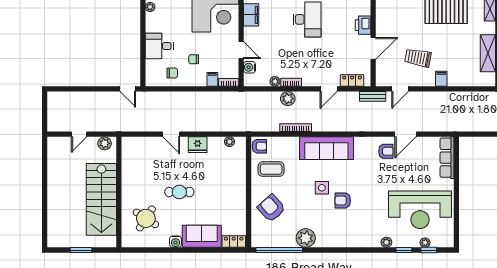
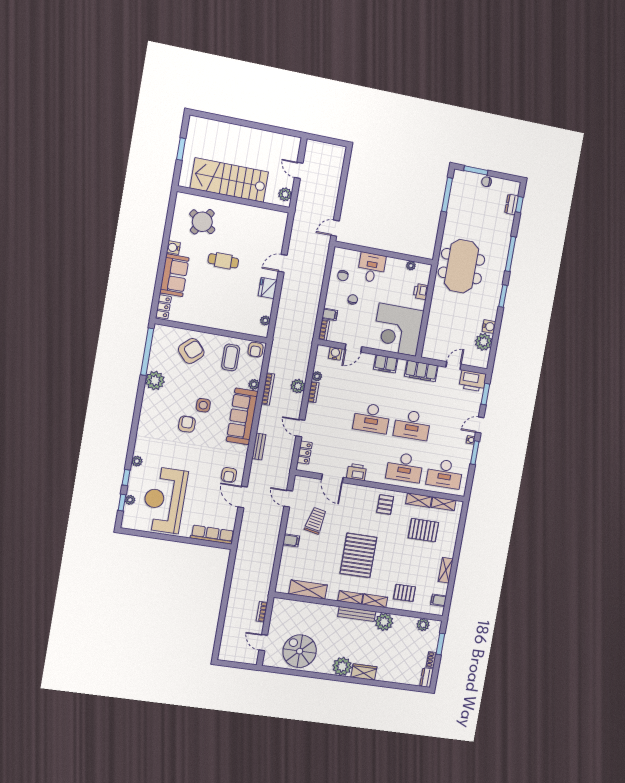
bench: (373, 96) -> (259, 447), moved
plant: (293, 142) -> (254, 384), added
cafe table: (179, 192) -> (223, 261), turned 90

